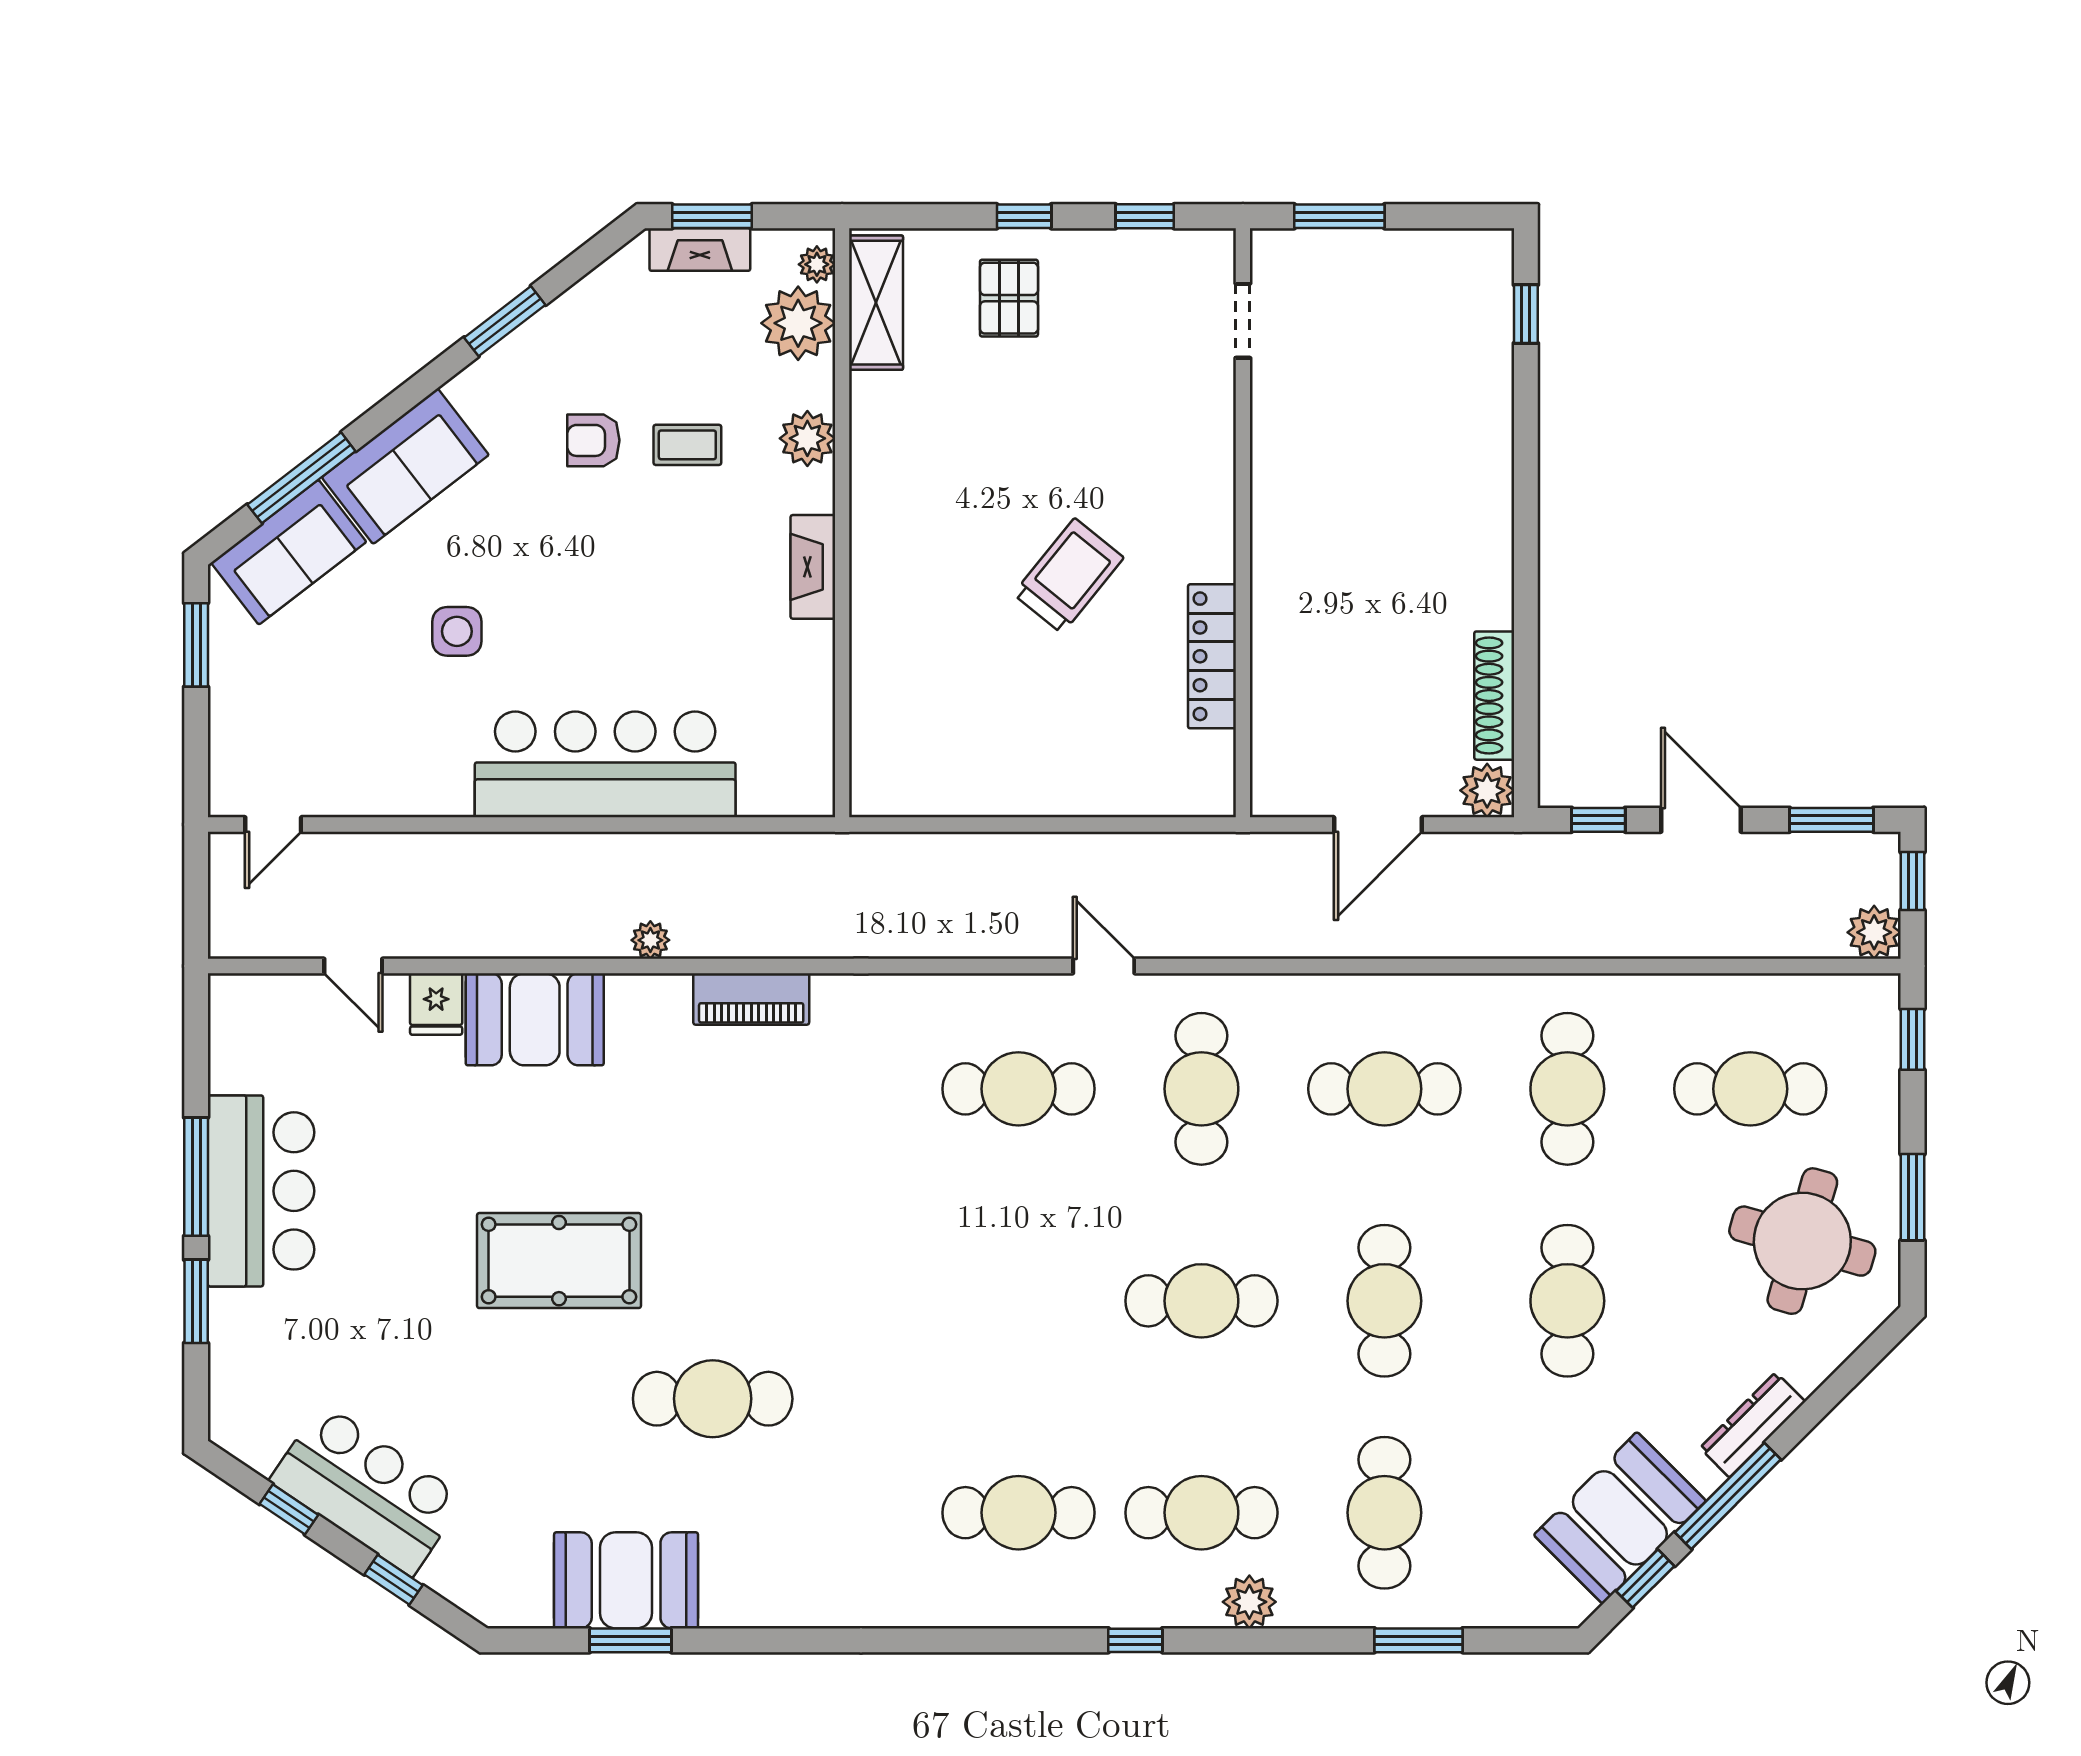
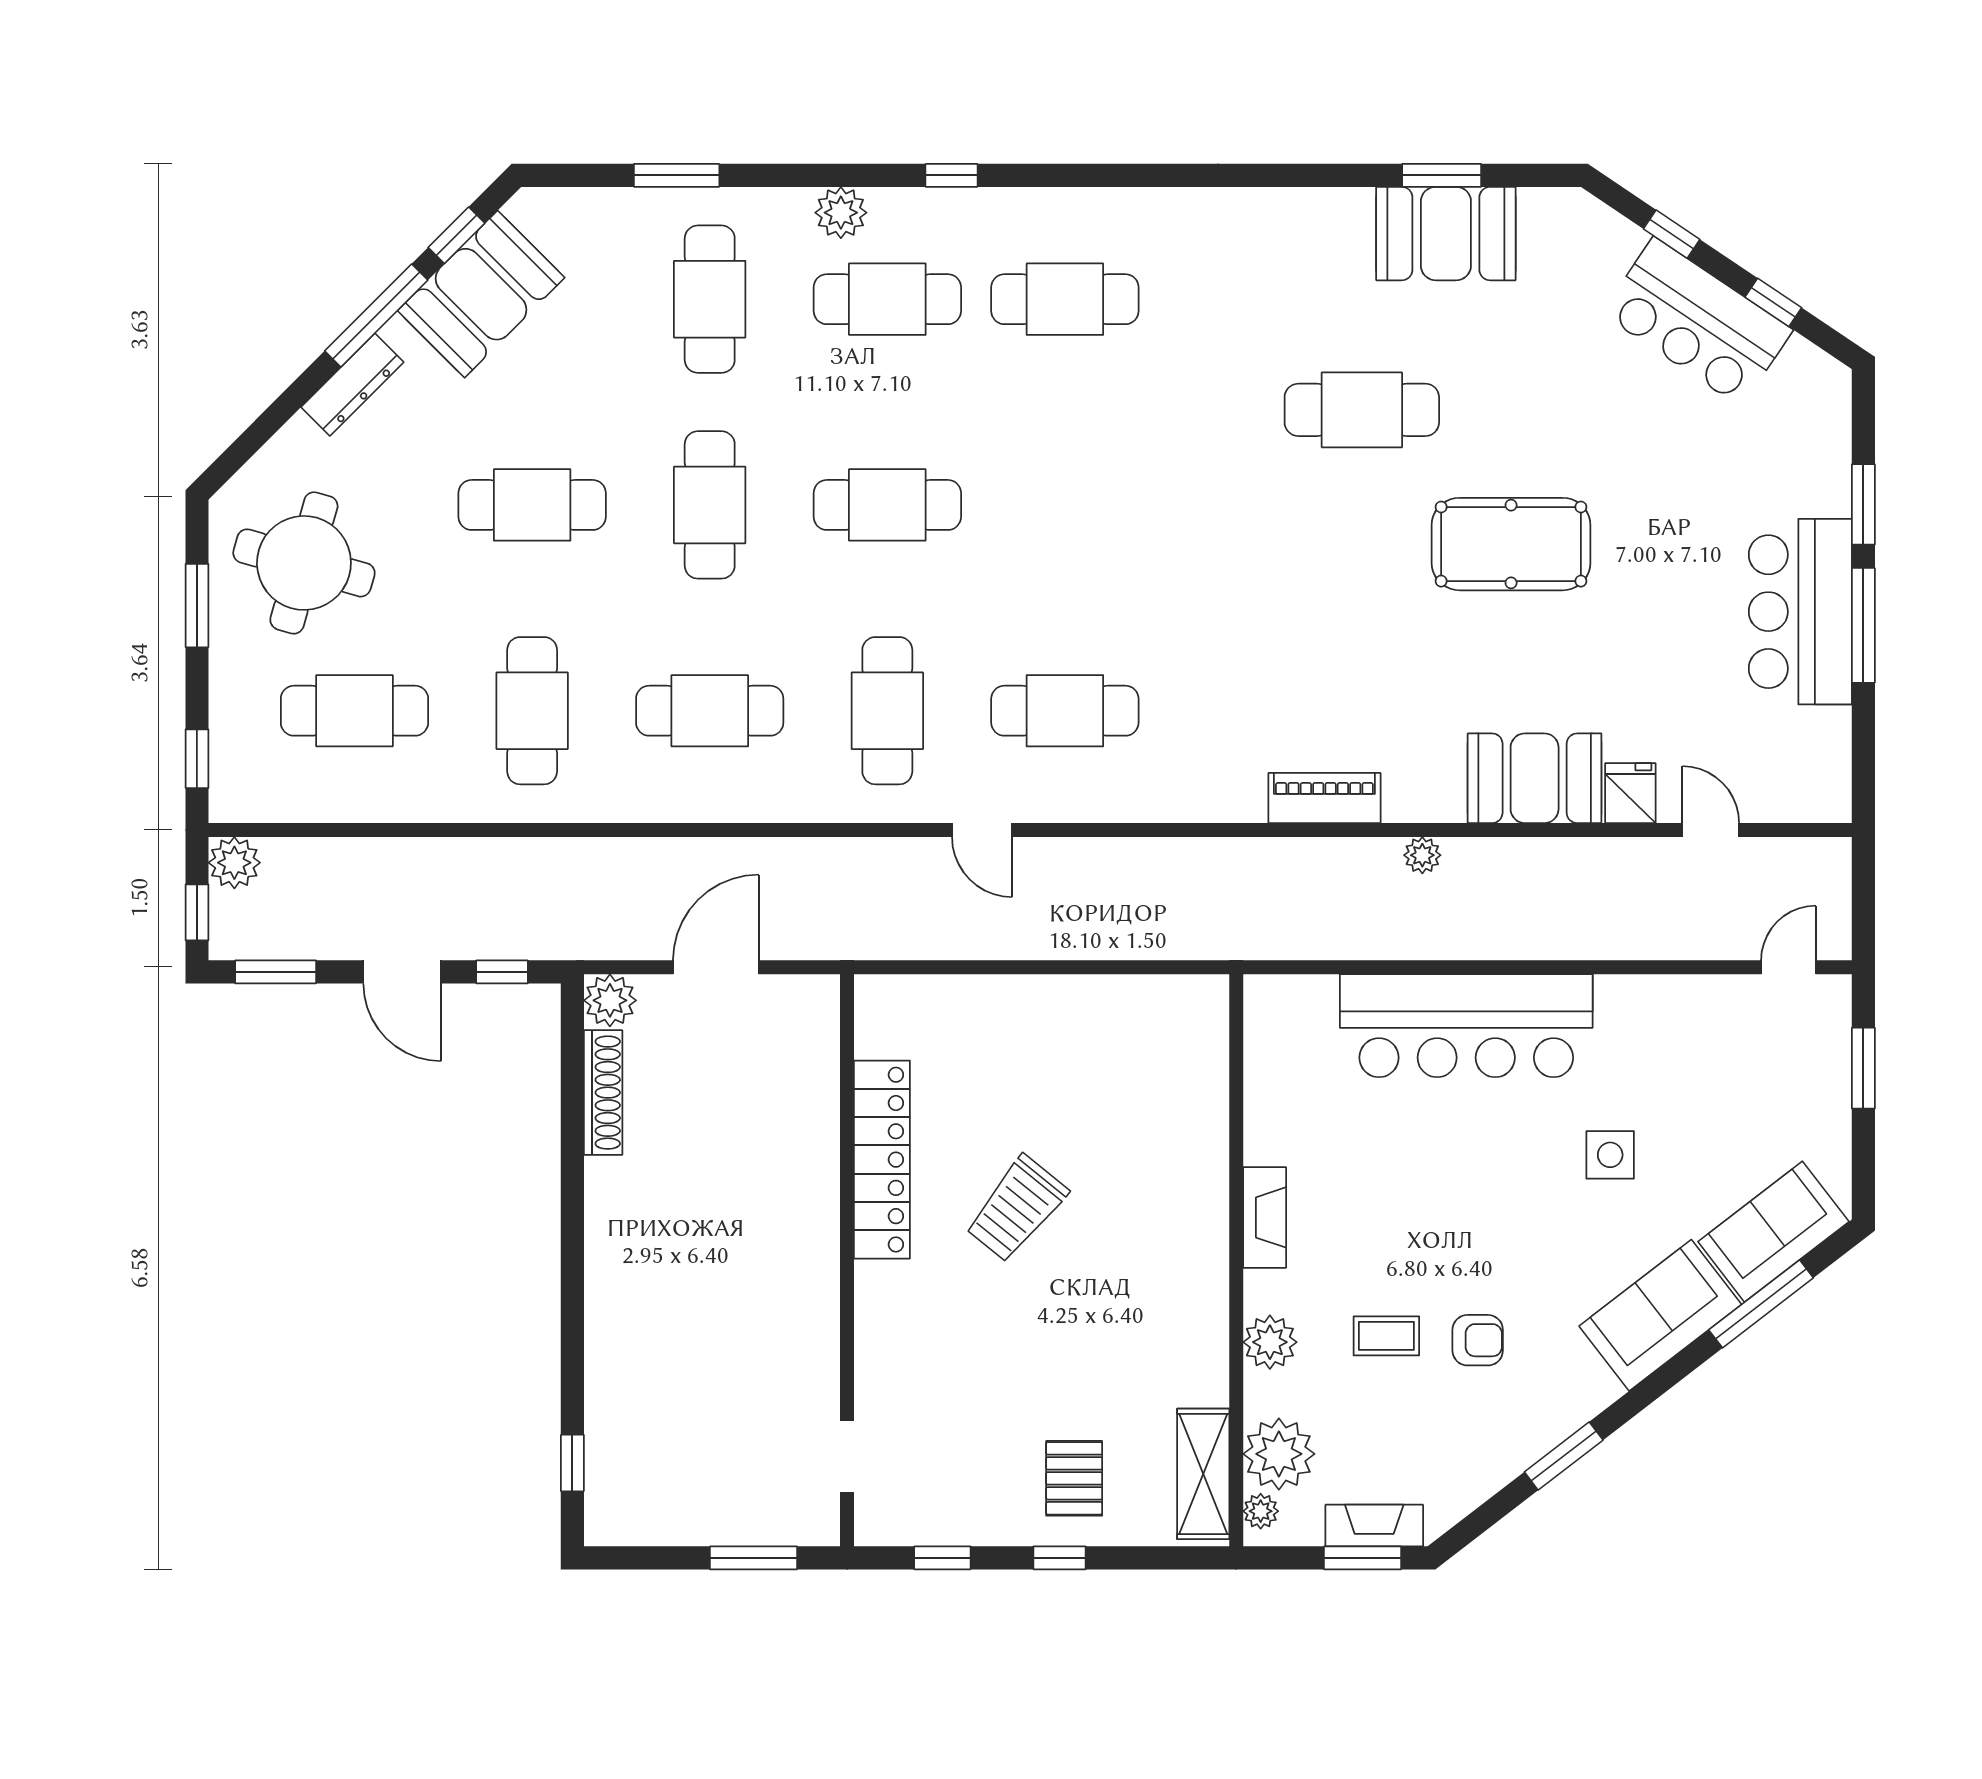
window: (196, 645) -> (1863, 1068), moved
locker: (1212, 656) -> (882, 1160), width x1.41, depth x1.21
cafe table: (1567, 1301) -> (532, 505), turned 90

